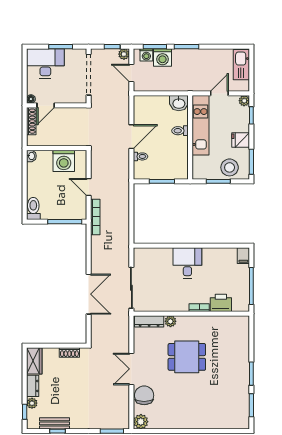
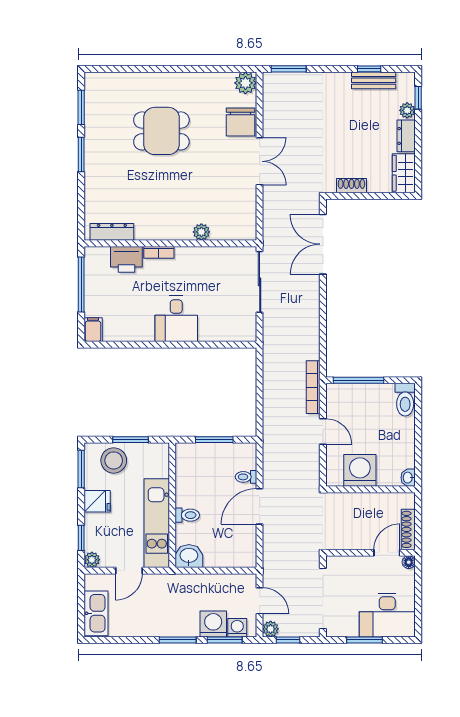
double door: (89, 294) -> (323, 244), moved
dresser: (149, 321) -> (112, 232), moved
dining table: (187, 357) -> (161, 131), moved

